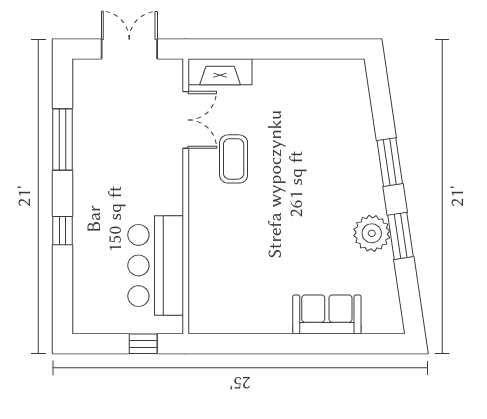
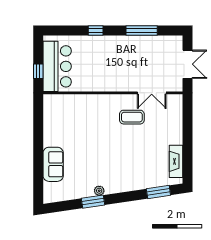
fireplace: (220, 72) -> (176, 161), moved
window: (390, 162) -> (158, 192), moved
plant: (372, 233) -> (99, 191), width x0.53, depth x0.53
bar counter: (156, 265) -> (57, 66), moved, turned 90

